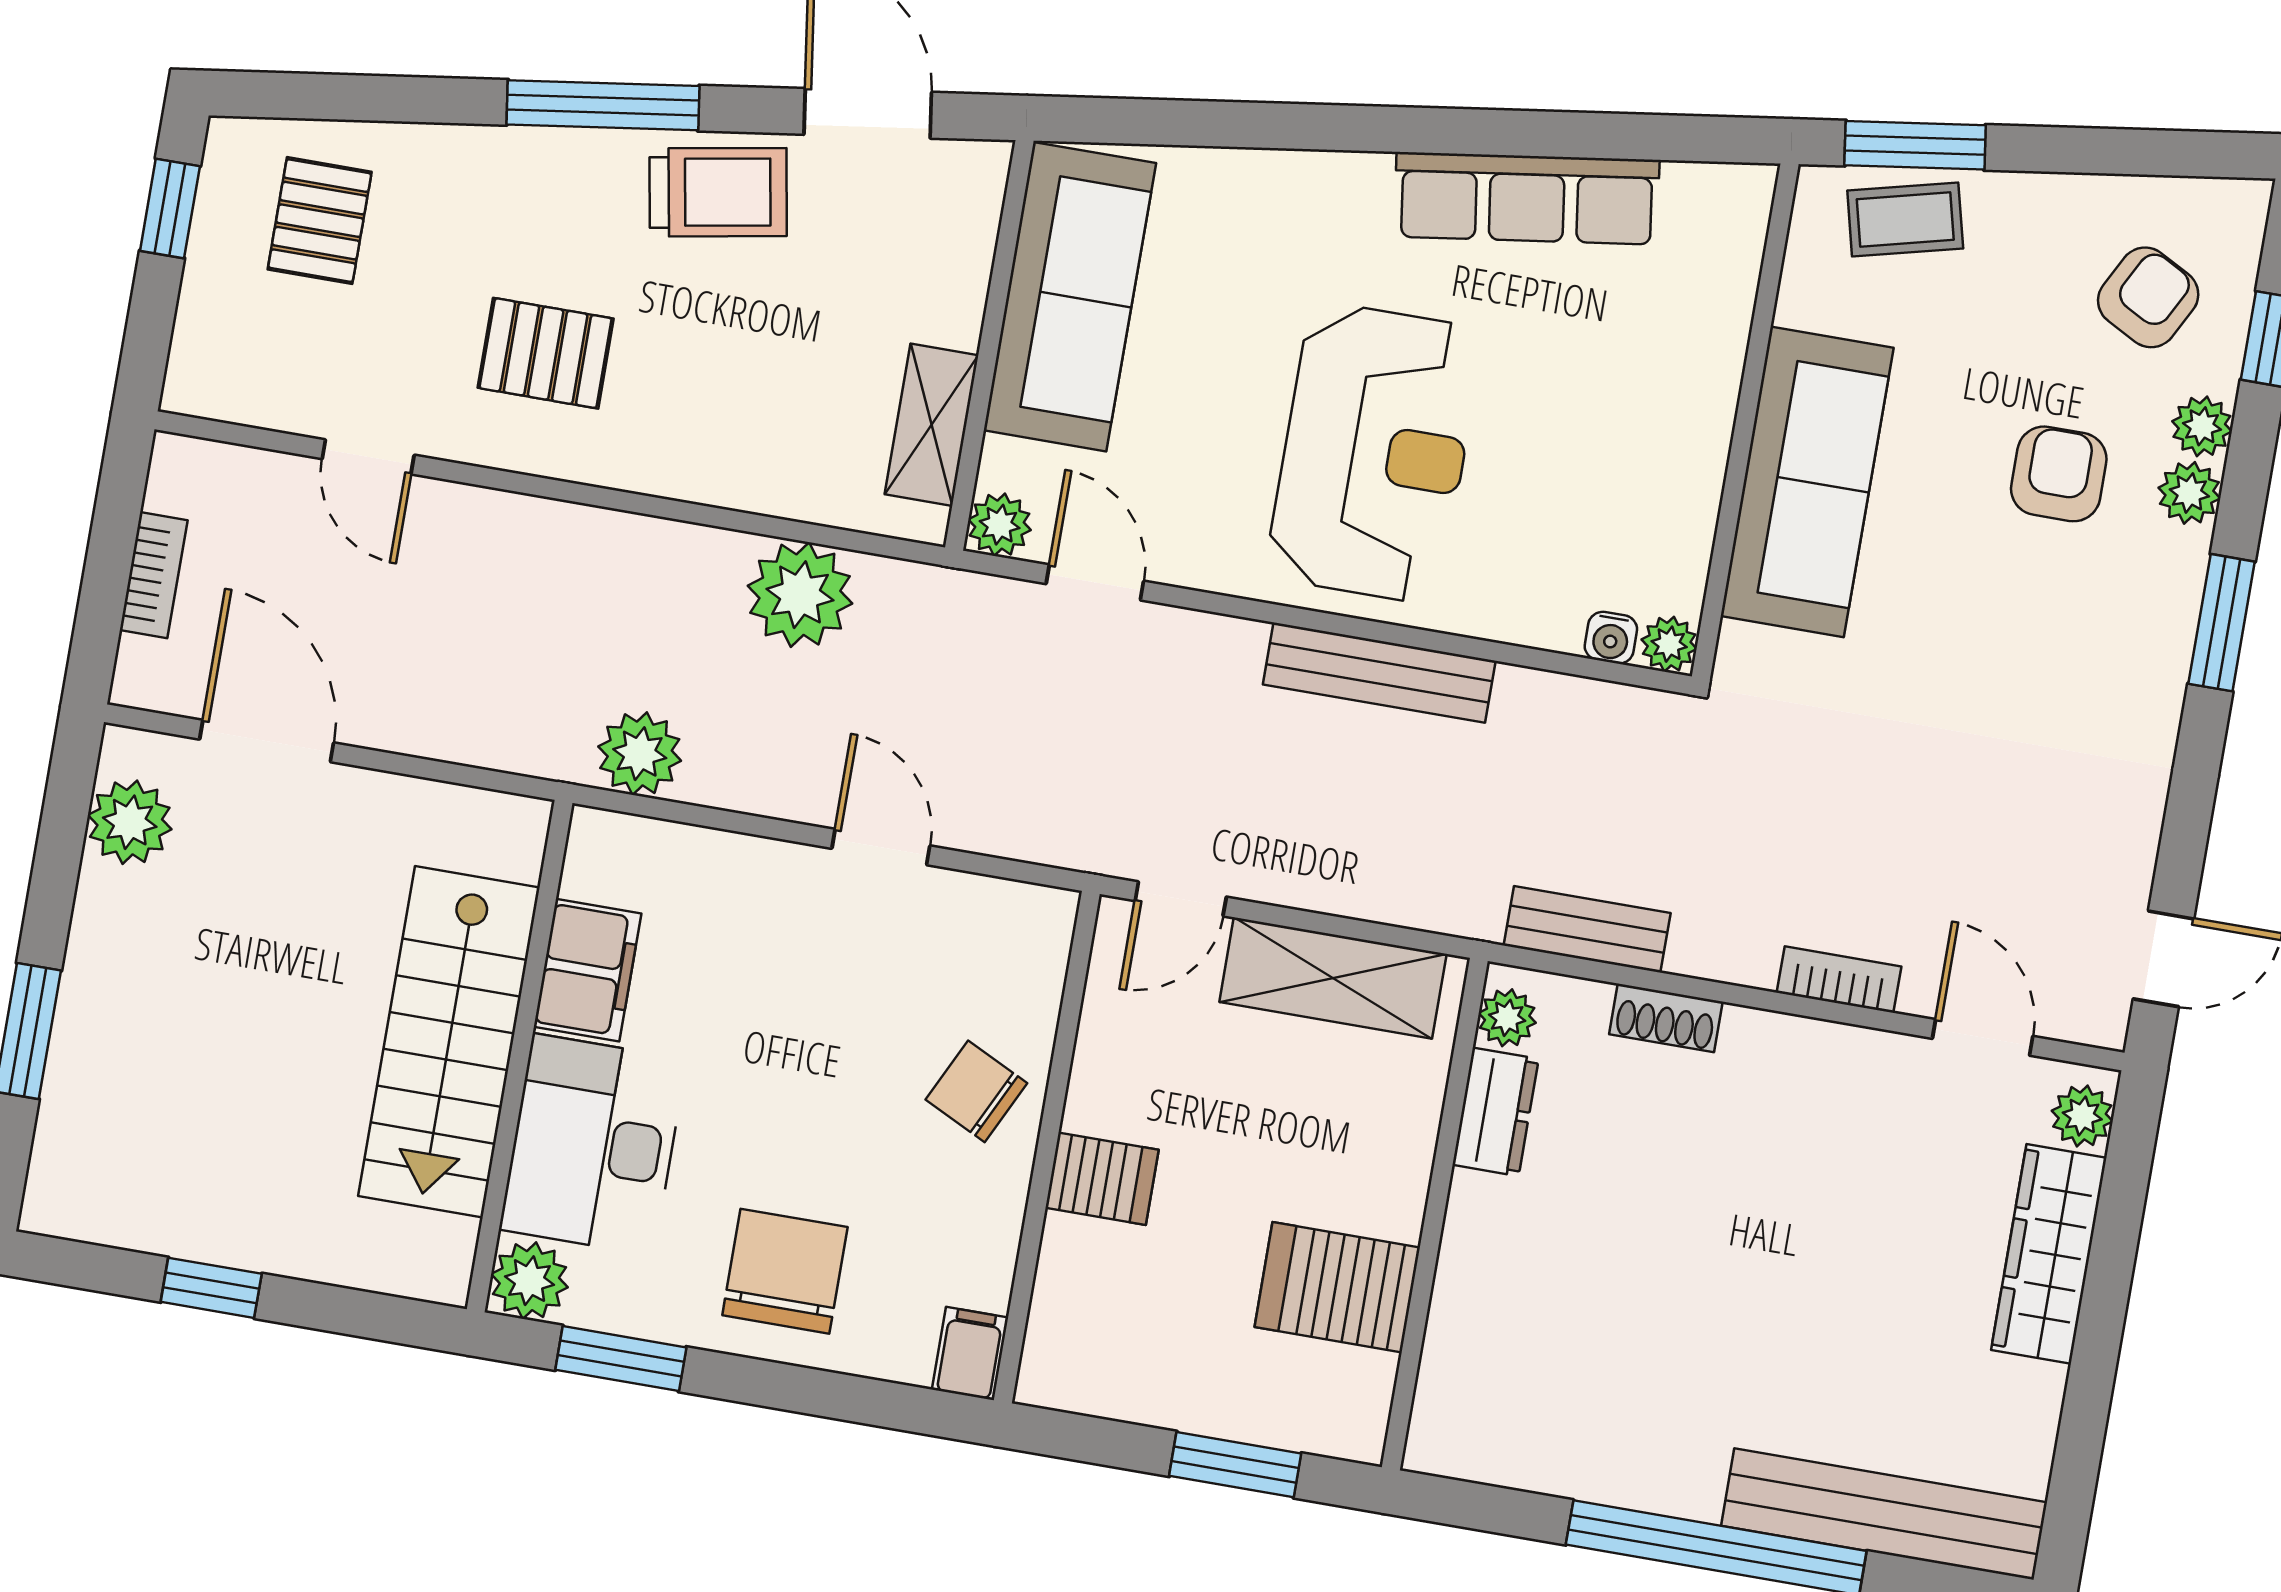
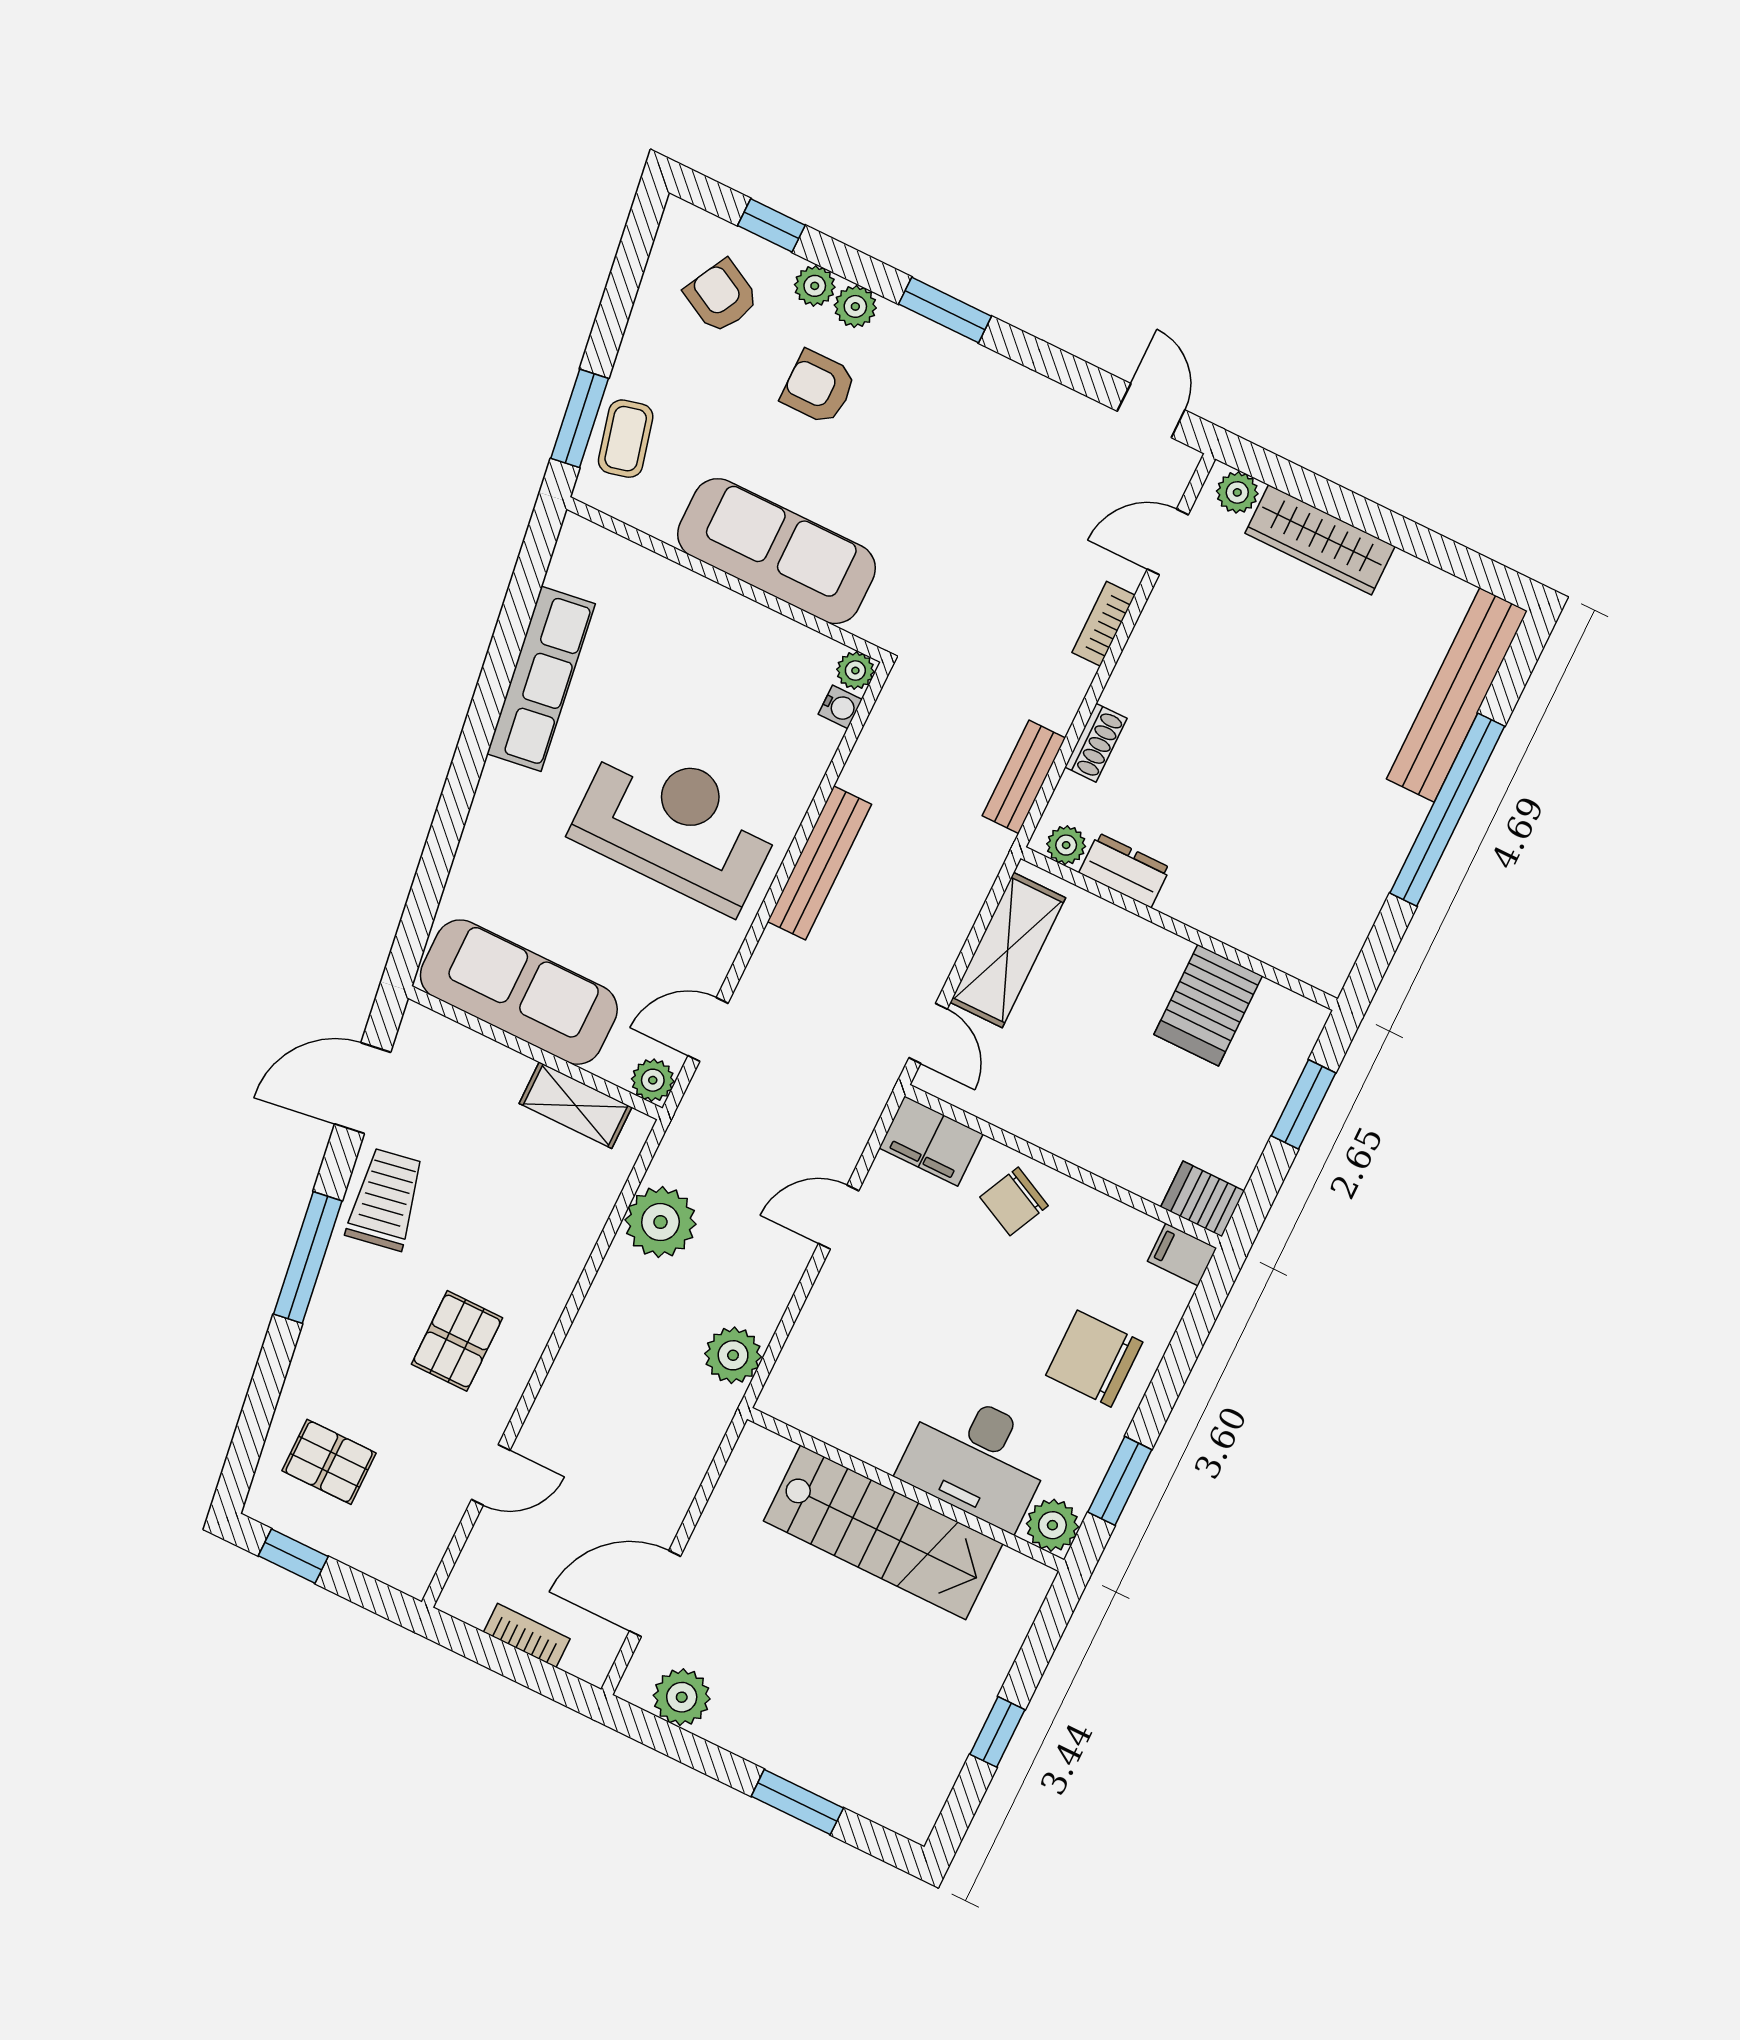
filing cabinet: (588, 970) -> (931, 1141), moved, turned 180
server rack: (1102, 1179) -> (1203, 1199), moved, turned -90

